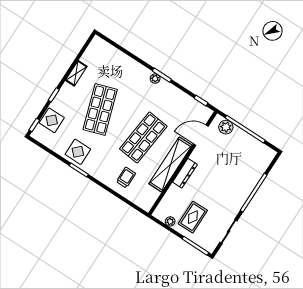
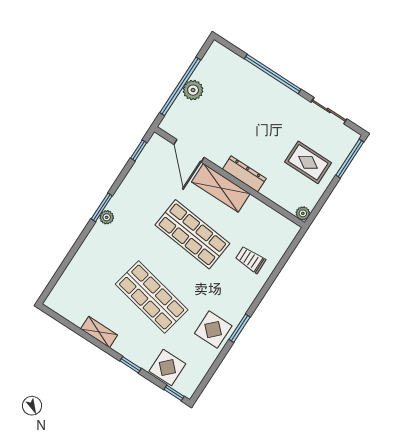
shop shelf: (100, 109) -> (152, 297), turned 30
plant: (226, 127) -> (193, 90), moved
shelving: (170, 164) -> (221, 188), width x0.68
plant: (170, 221) -> (303, 213), moved

